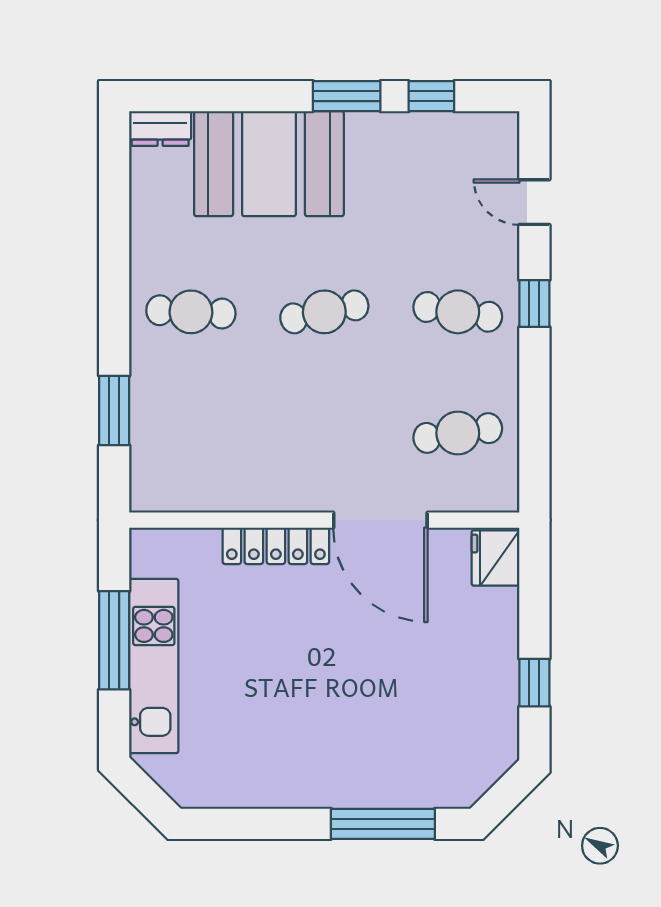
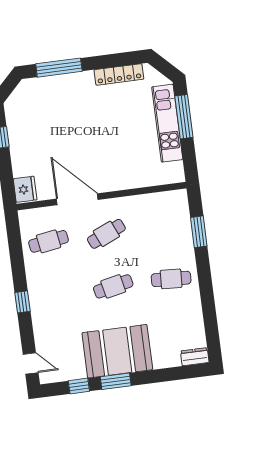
booth: (269, 164) -> (117, 351), moved
door: (534, 202) -> (31, 363), moved
cafe table: (458, 312) -> (106, 234), moved, turned -33
locker: (276, 546) -> (119, 74), moved, turned 180
window: (114, 640) -> (184, 117), moved

